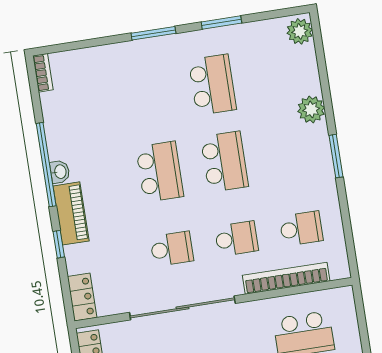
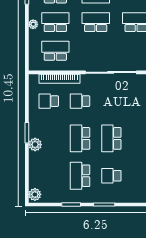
plant: (311, 109) -> (35, 145), moved
school desk: (172, 249) -> (111, 176), moved

